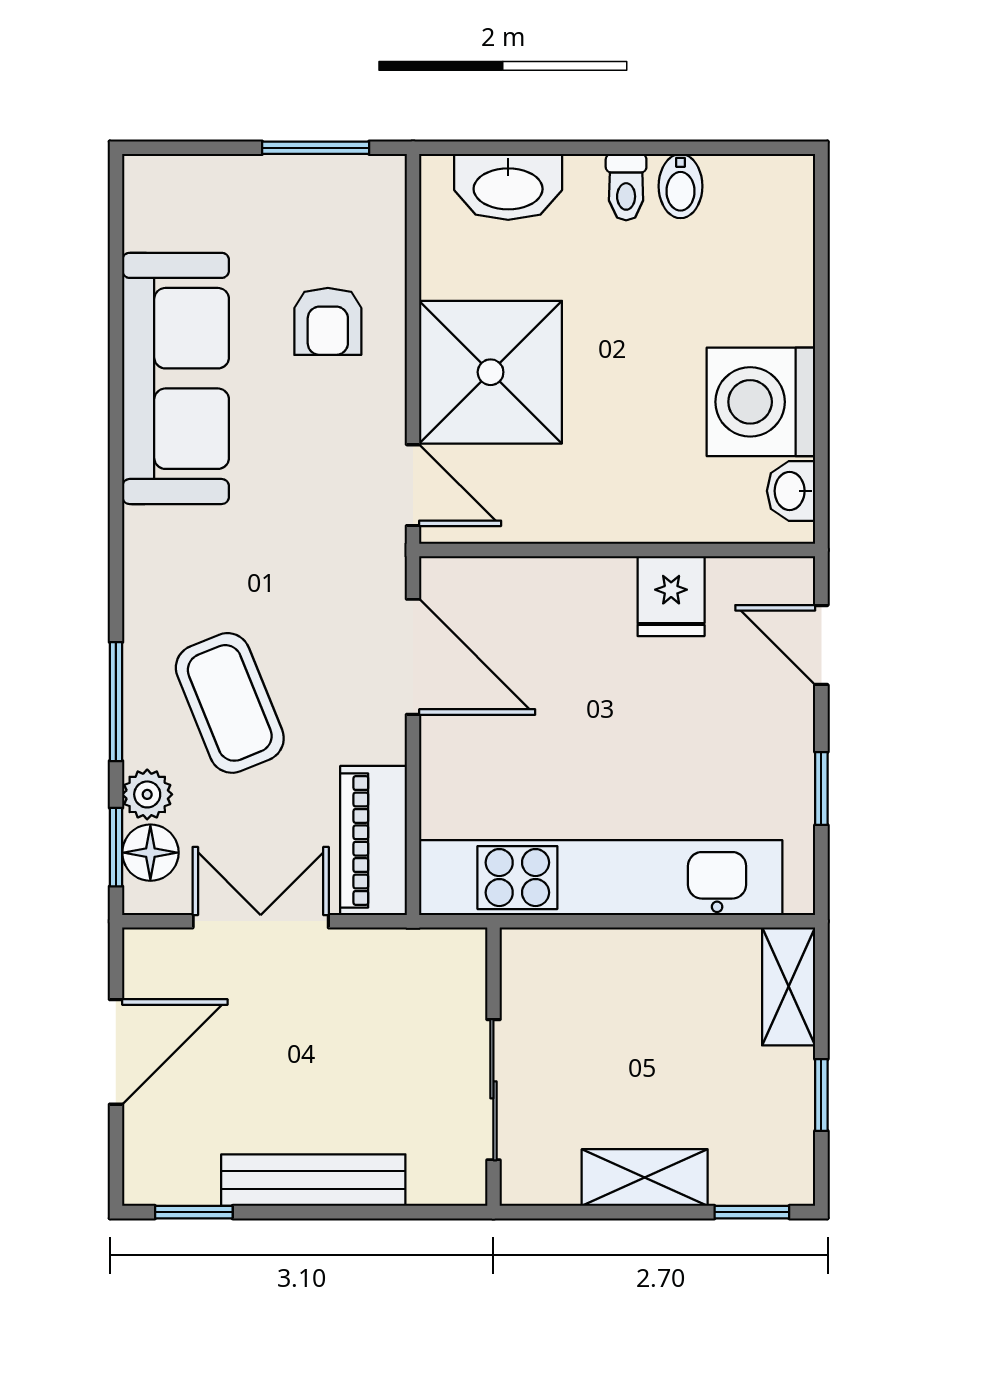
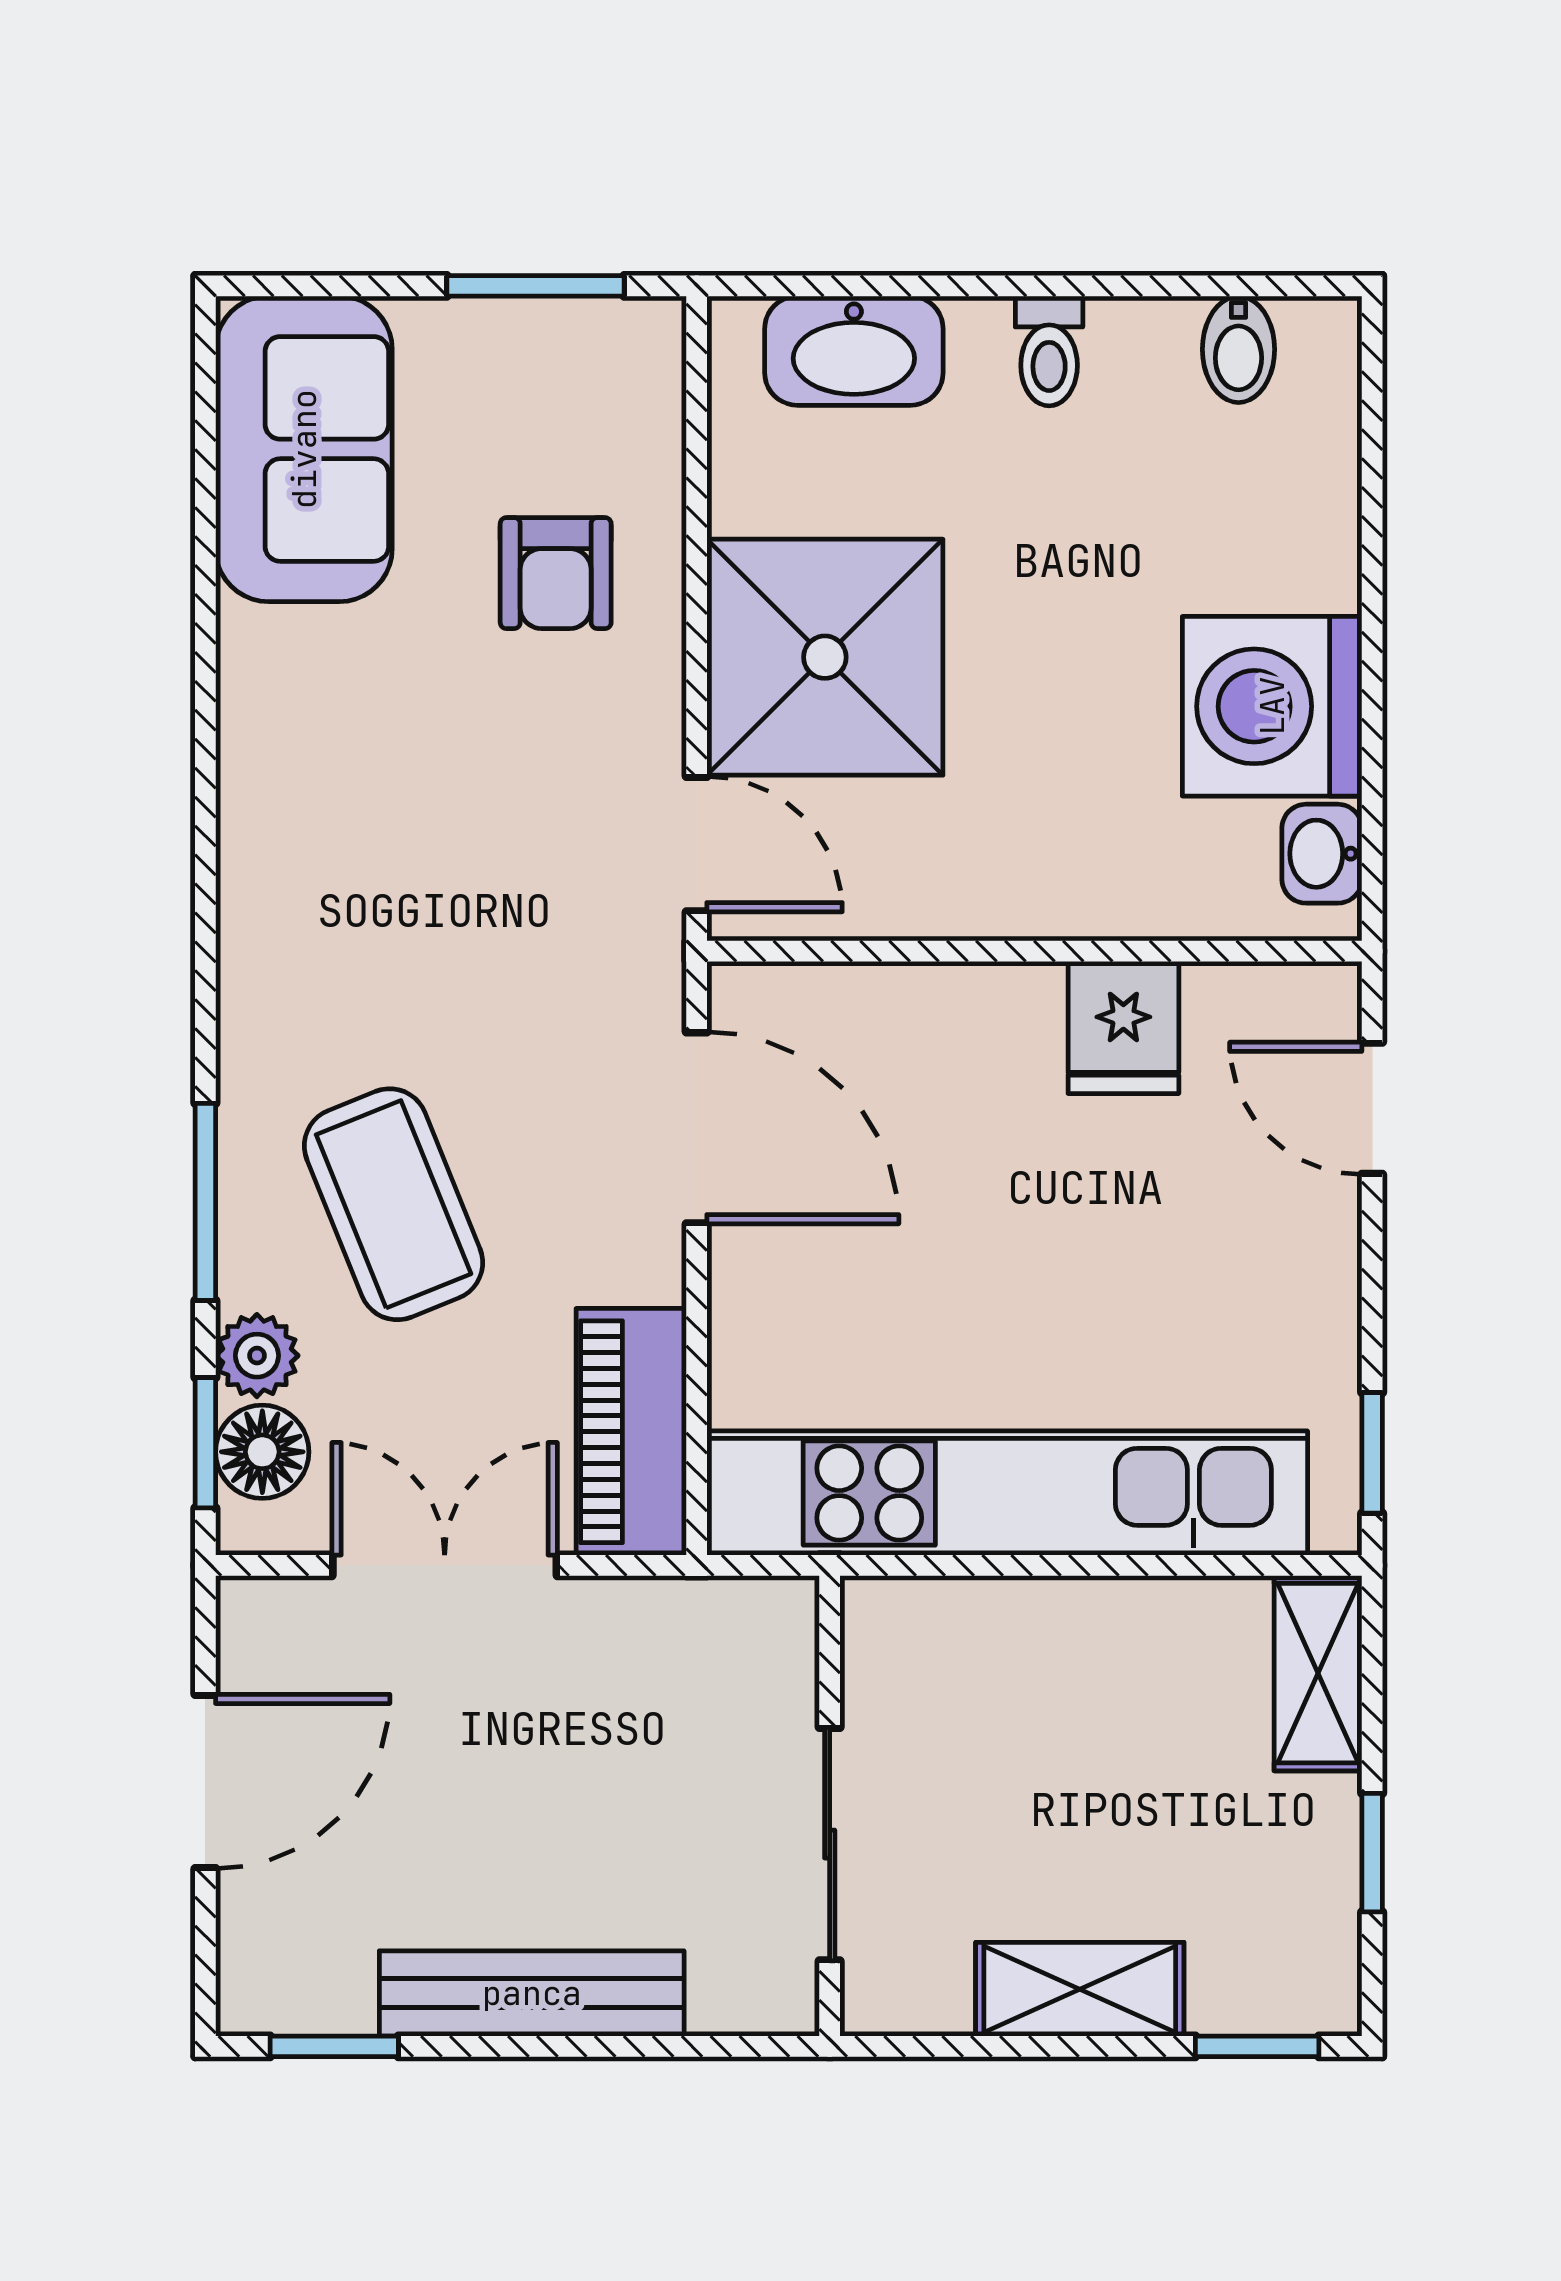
bidet: (680, 186) -> (1238, 349), moved
sofa: (176, 378) -> (304, 449), moved, width x0.73
window: (821, 789) -> (1372, 1453), moved

